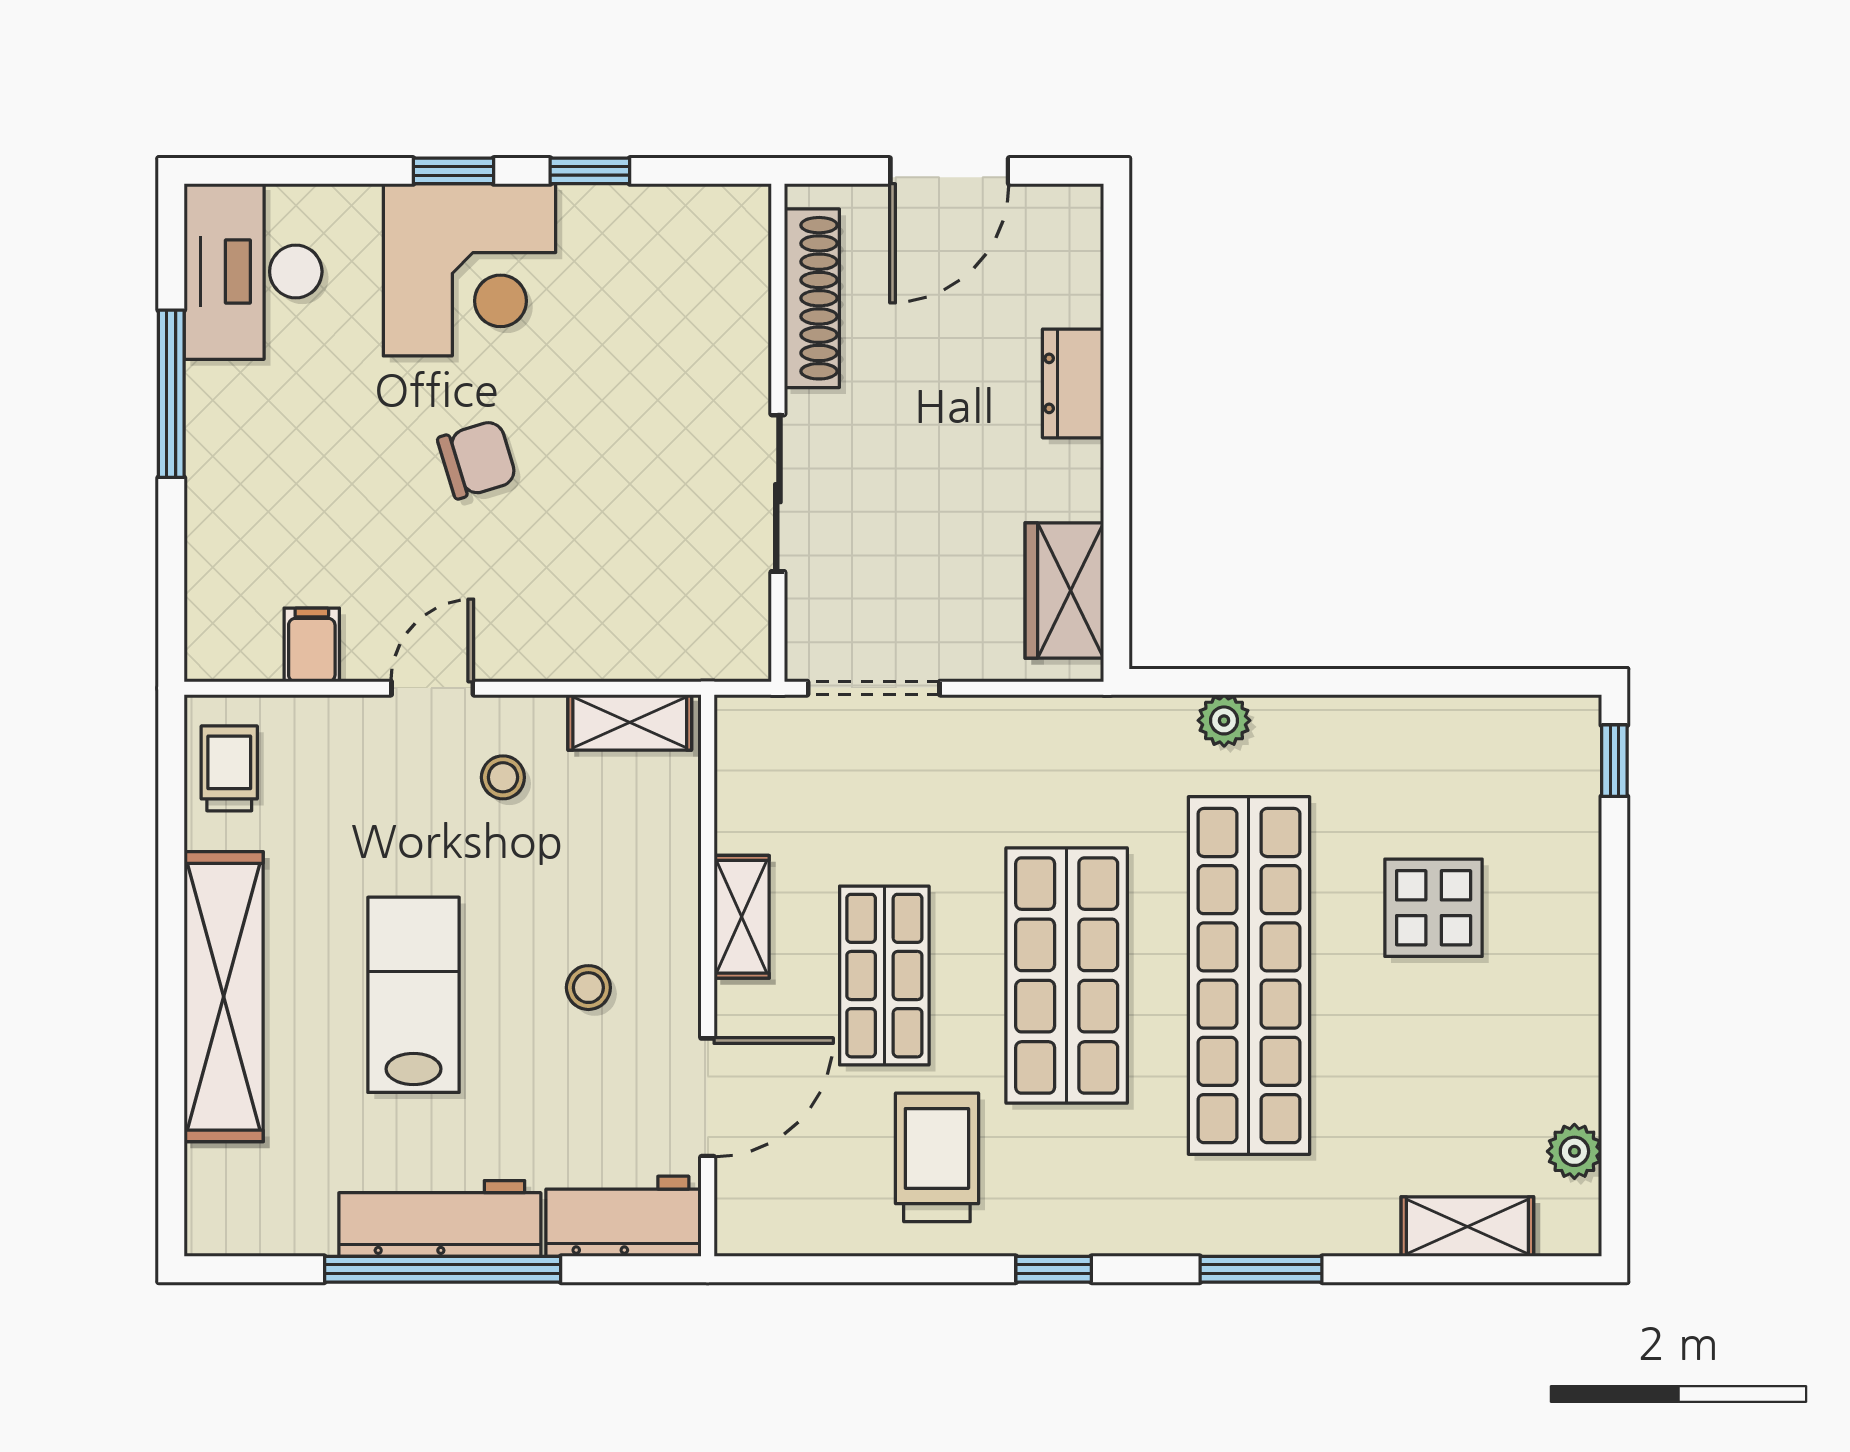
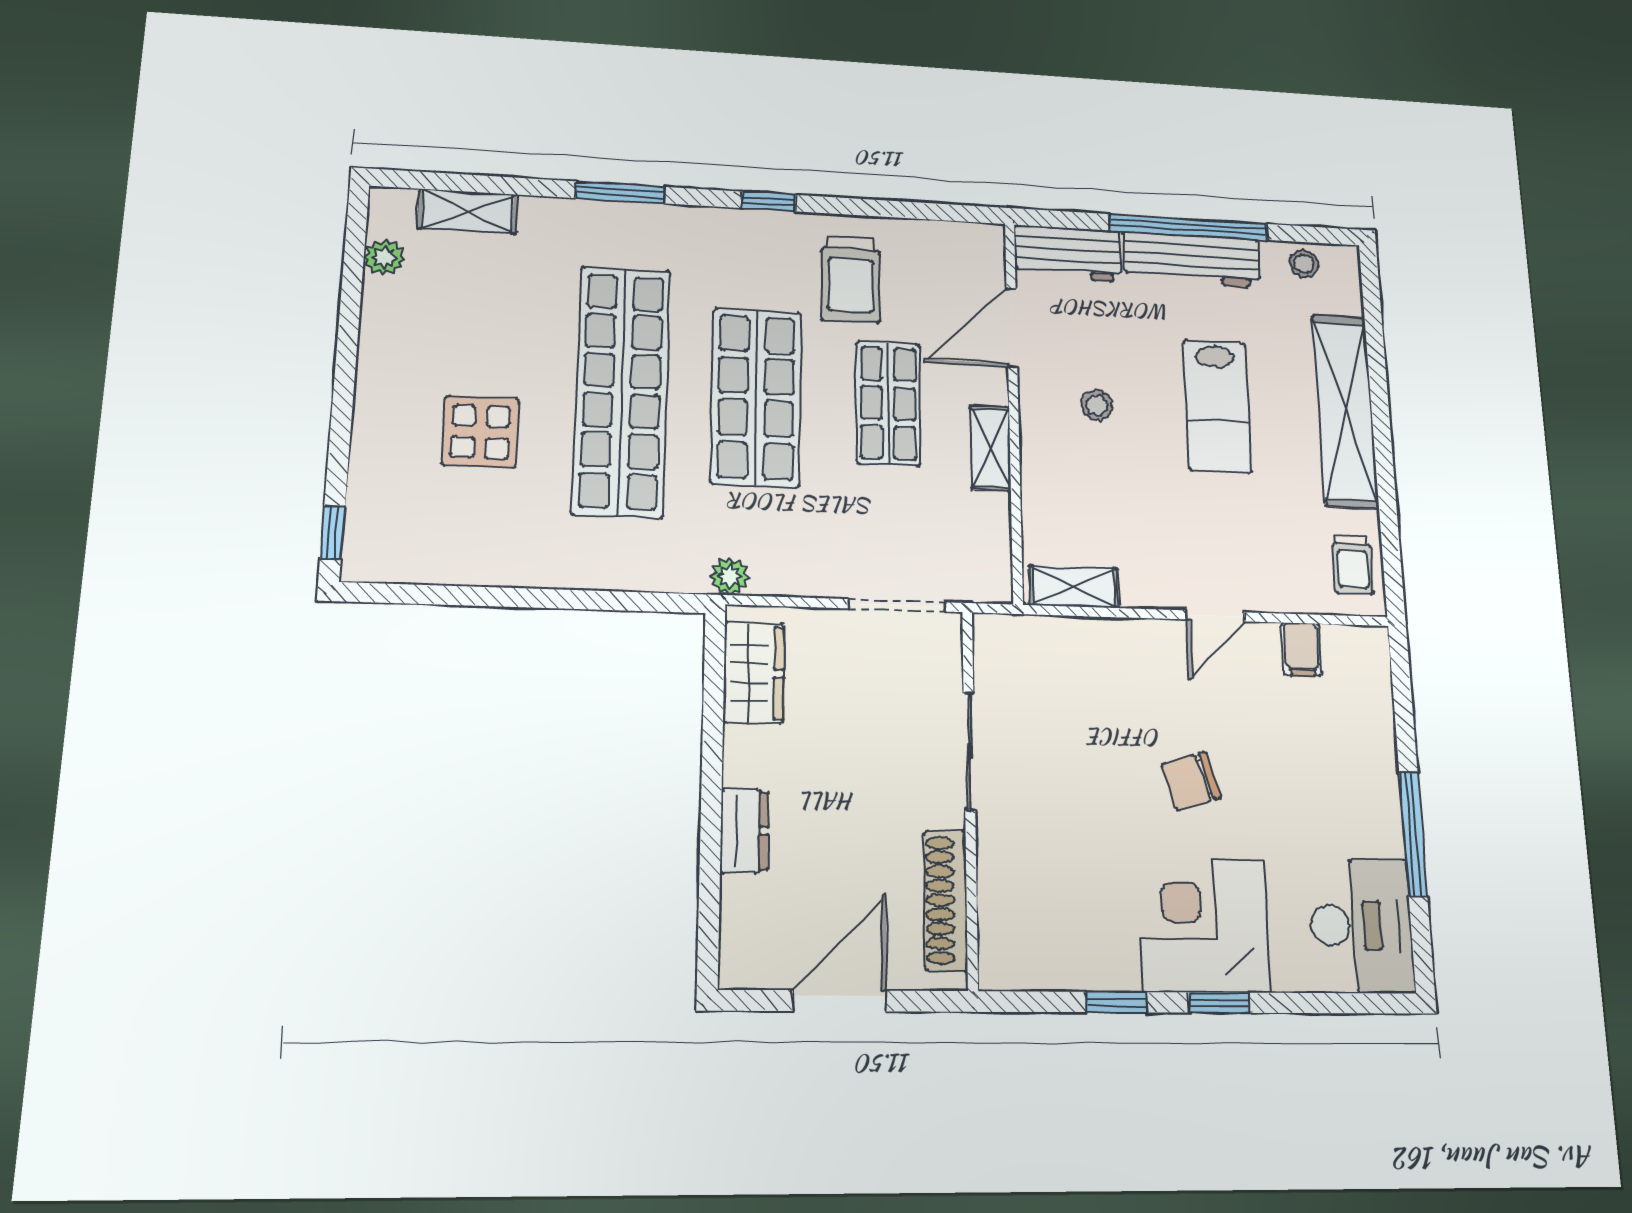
plant: (1224, 720) -> (730, 576), moved
stool: (503, 777) -> (1304, 264), moved

